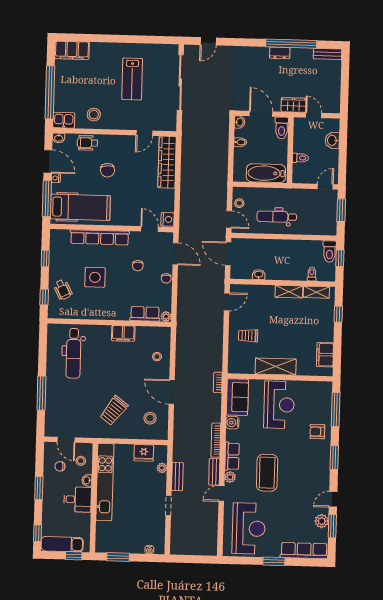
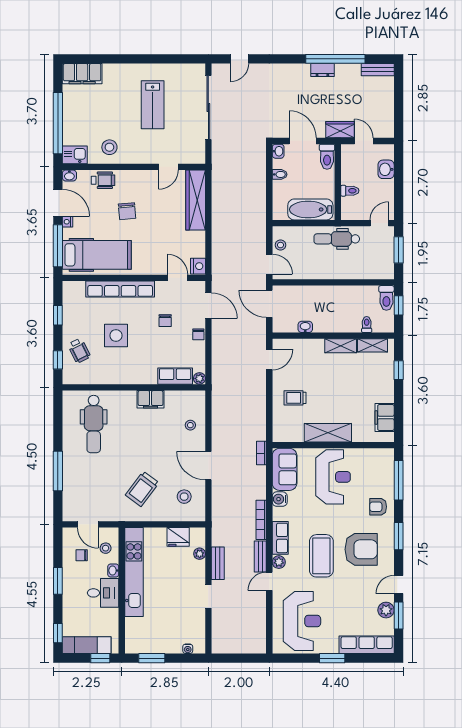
wheelchair: (87, 143) -> (103, 180), turned 180
dental chair: (277, 217) -> (337, 239), moved
armchair: (302, 468) -> (361, 549), added

